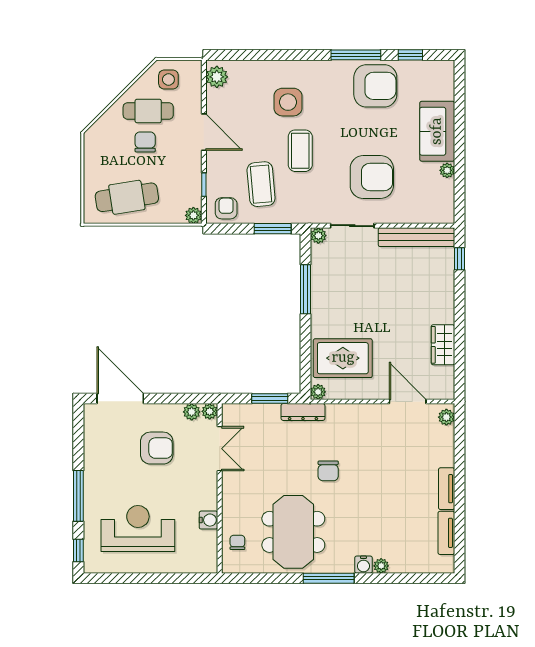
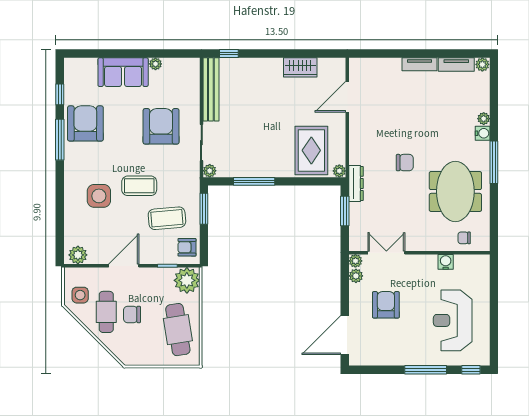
plant: (193, 215) -> (187, 280), width x1.88, depth x1.88
plant: (446, 417) -> (482, 64), moved
meeting table: (293, 532) -> (455, 191), turned 90

